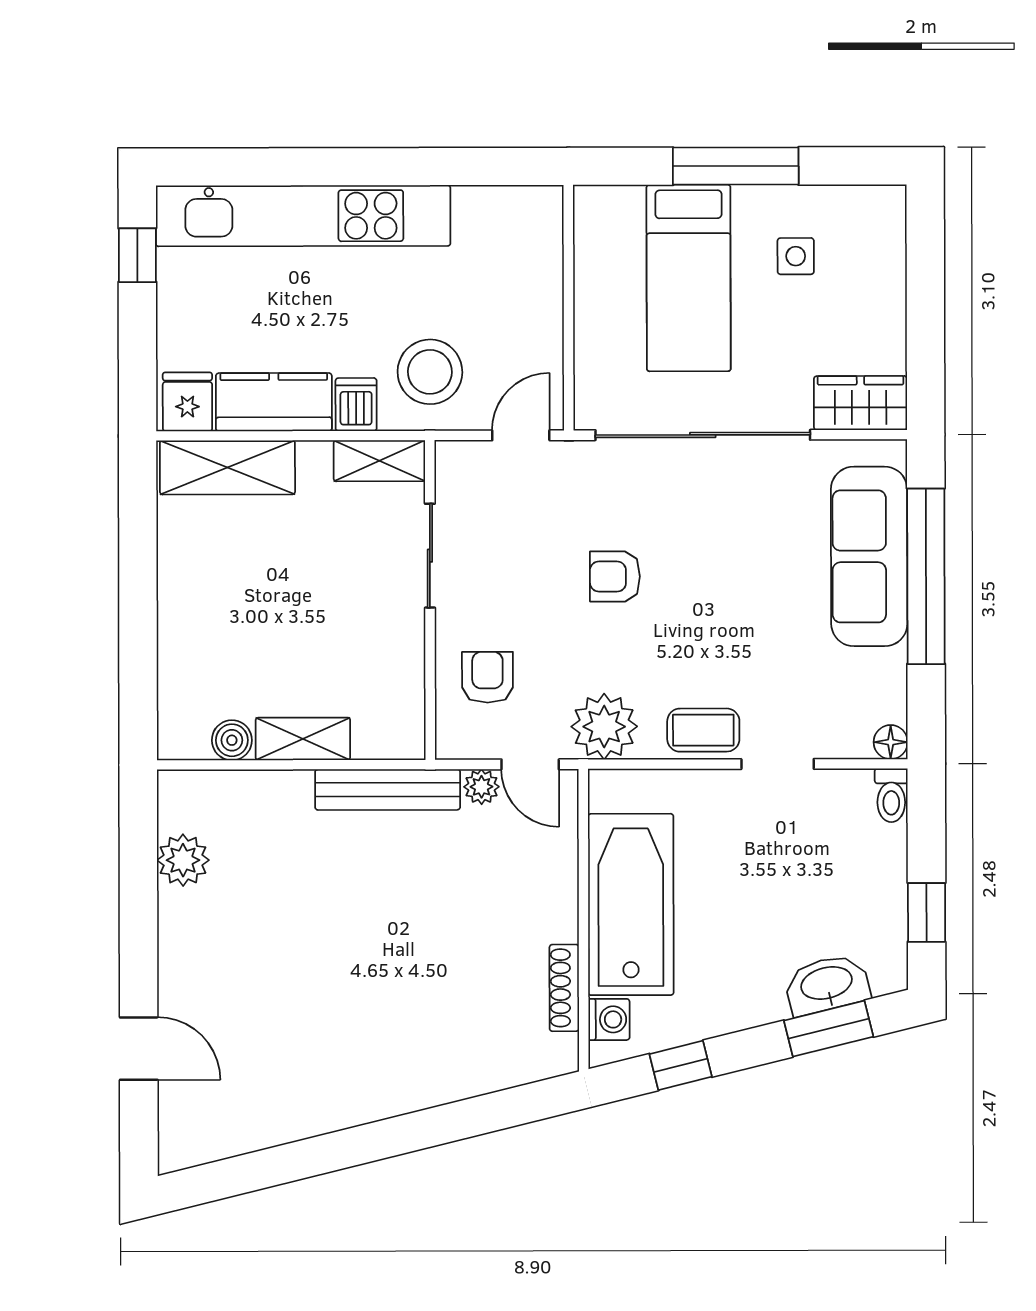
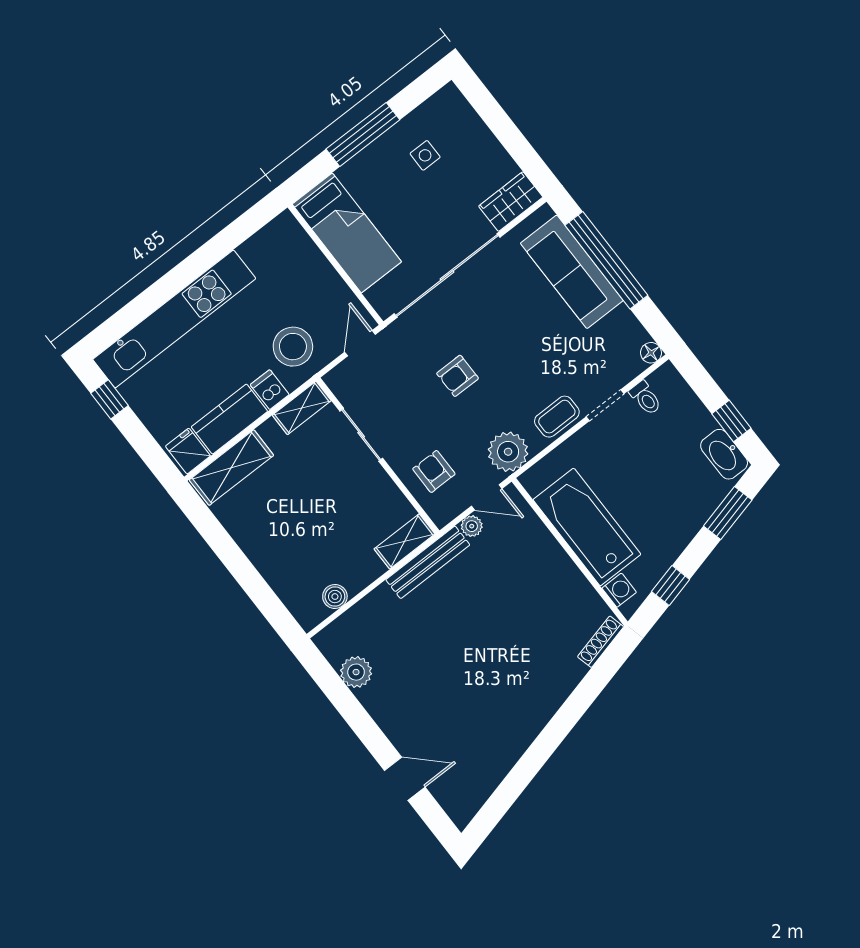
bed: (689, 278) -> (347, 233), moved
shelving: (303, 739) -> (404, 541), moved
toilet: (891, 795) -> (645, 398), moved
washbasin: (827, 984) -> (724, 454), moved, turned -76
shoe rack: (564, 988) -> (601, 642), moved, turned 76

